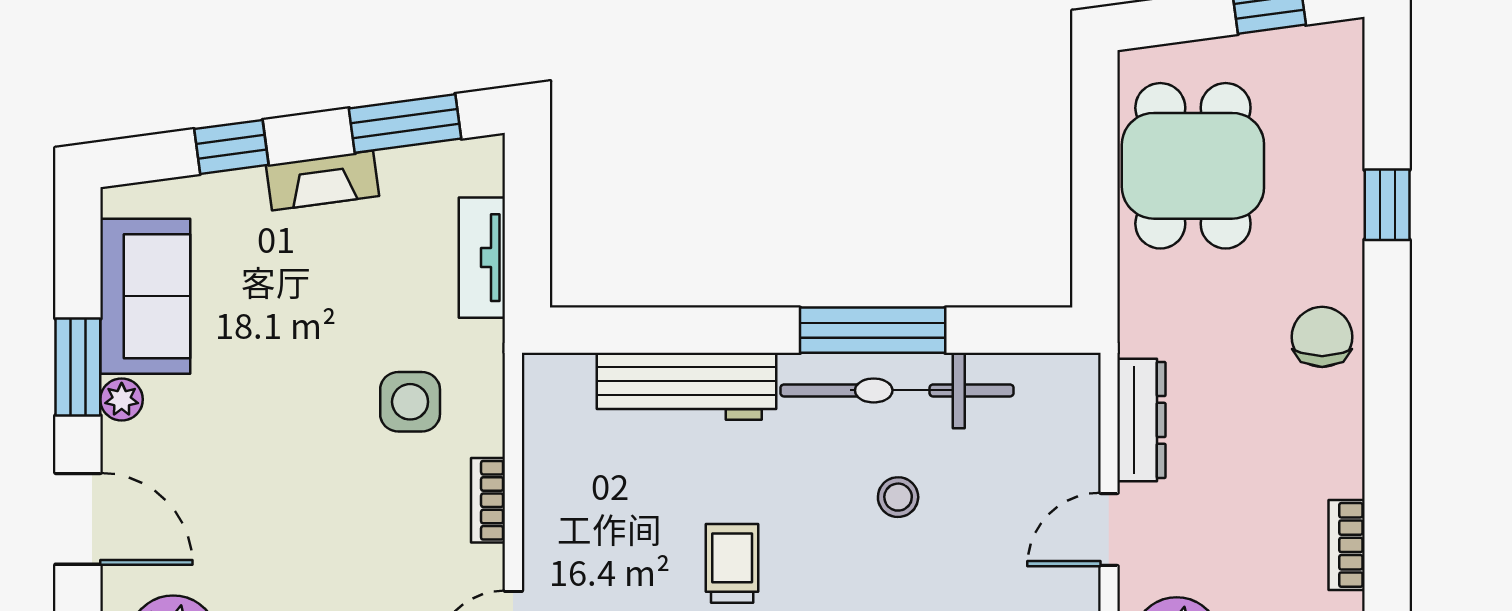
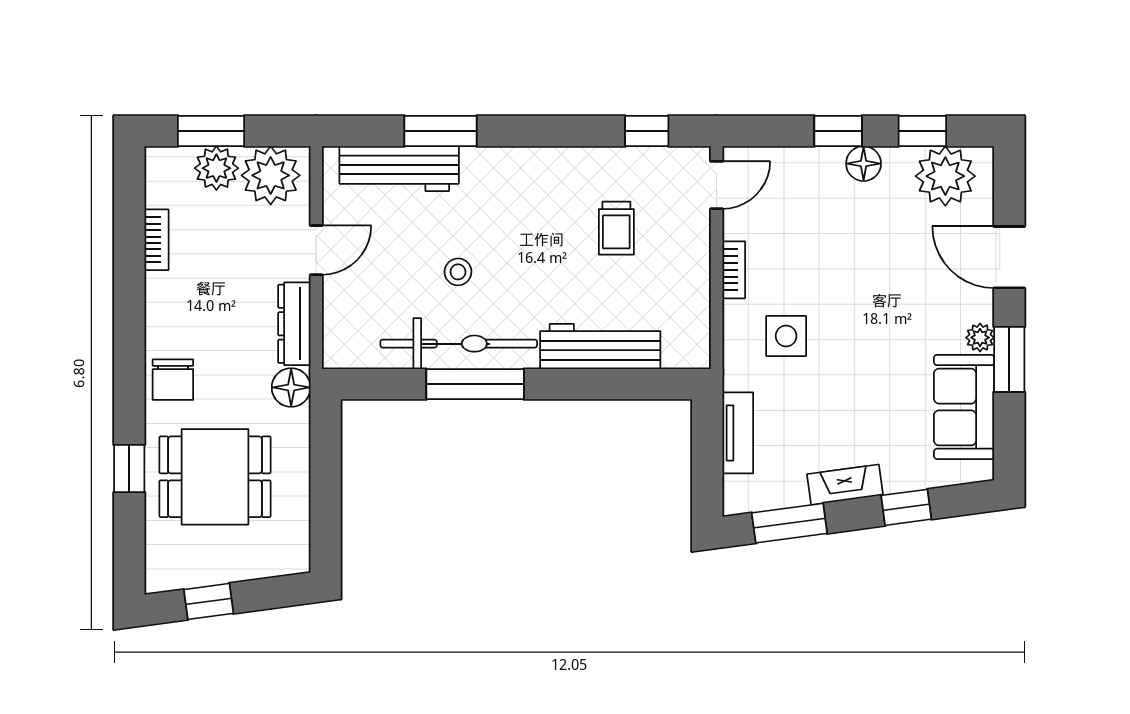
dining table: (1193, 166) -> (215, 477), moved, turned 90
floor lamp: (1146, 325) -> (291, 387), added
trolley: (732, 563) -> (616, 228), moved

